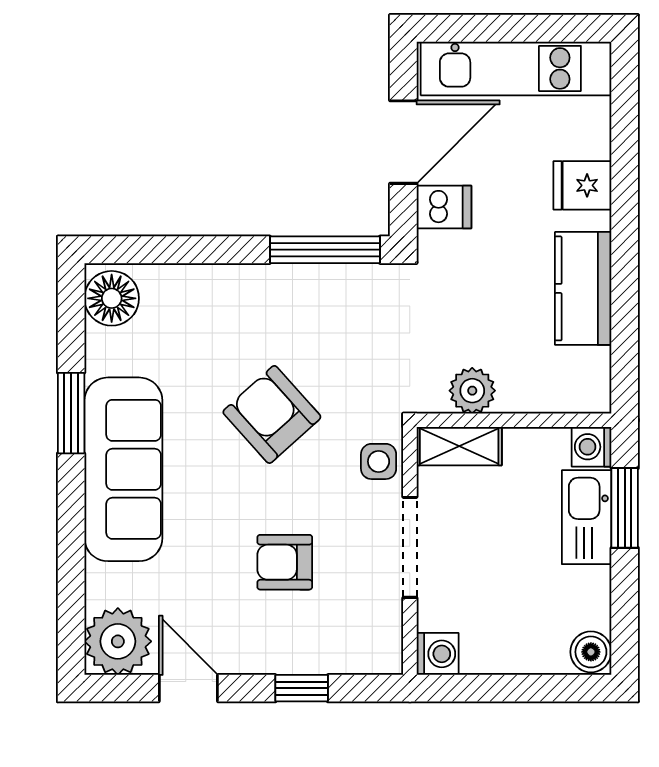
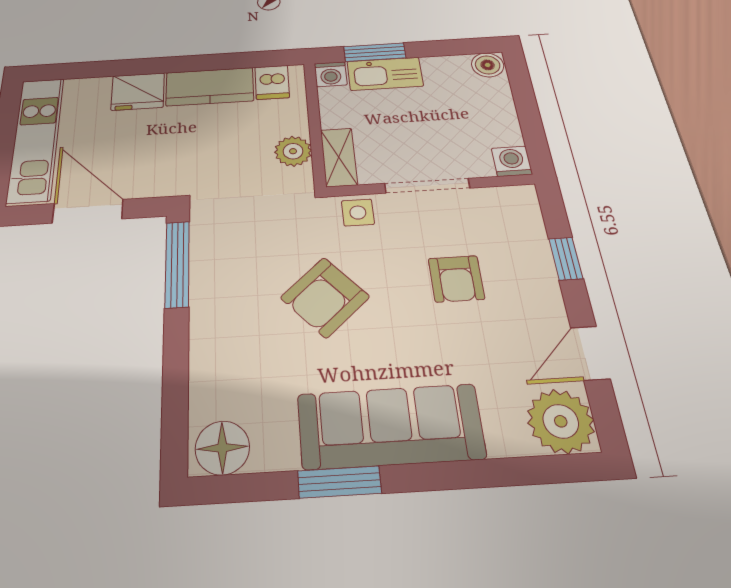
fridge: (582, 185) -> (138, 91), width x1.38
dishwasher: (444, 207) -> (272, 82), moved, turned 180

